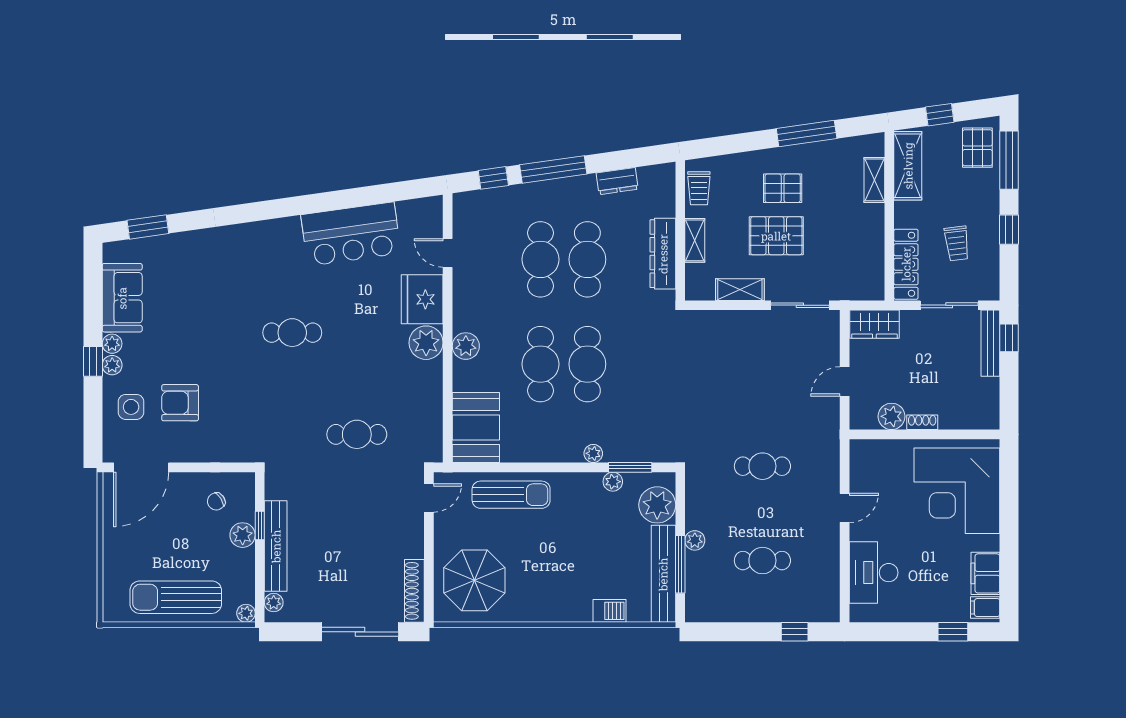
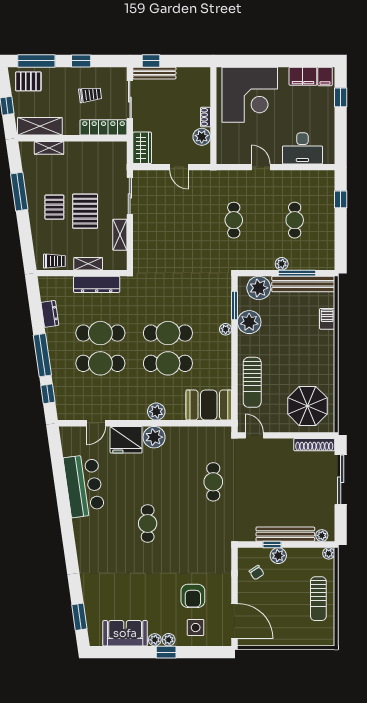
plant: (613, 482) -> (249, 322), width x1.87, depth x1.87
sun lounger: (511, 495) -> (252, 382), turned 180
sun lounger: (176, 597) -> (318, 599), width x0.73, depth x0.75

